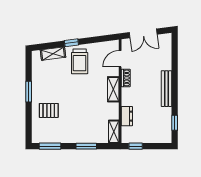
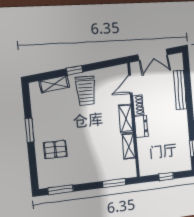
bench: (167, 89) -> (180, 90), moved
dresser: (127, 116) -> (141, 126), moved
shelving: (114, 132) -> (129, 146), moved
window: (86, 146) -> (114, 183), moved
window: (136, 146) -> (166, 177), moved

